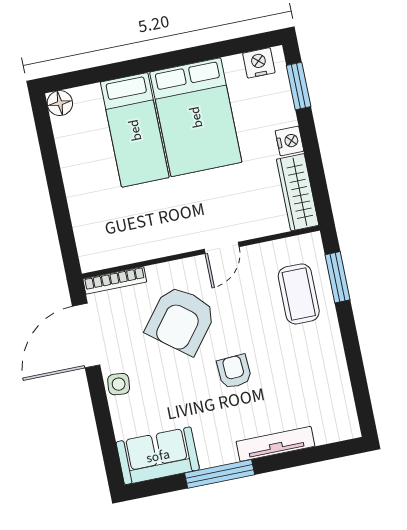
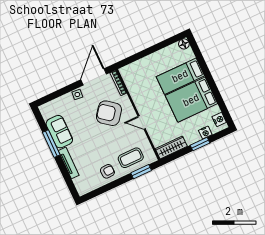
window: (299, 86) -> (200, 144), moved
nightstand: (289, 141) -> (205, 133), moved
door: (86, 336) -> (94, 77), hinge flipped
armchair: (234, 371) -> (107, 171), moved
sofa: (158, 456) -> (59, 132), moved

